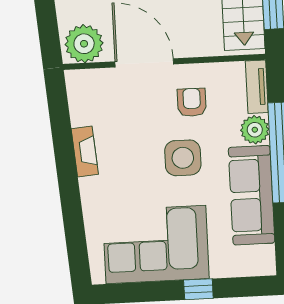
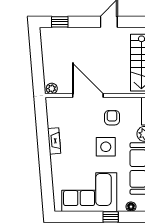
plant: (84, 44) -> (52, 89), width x0.53, depth x0.53
floor lamp: (236, 268) -> (131, 207), added

